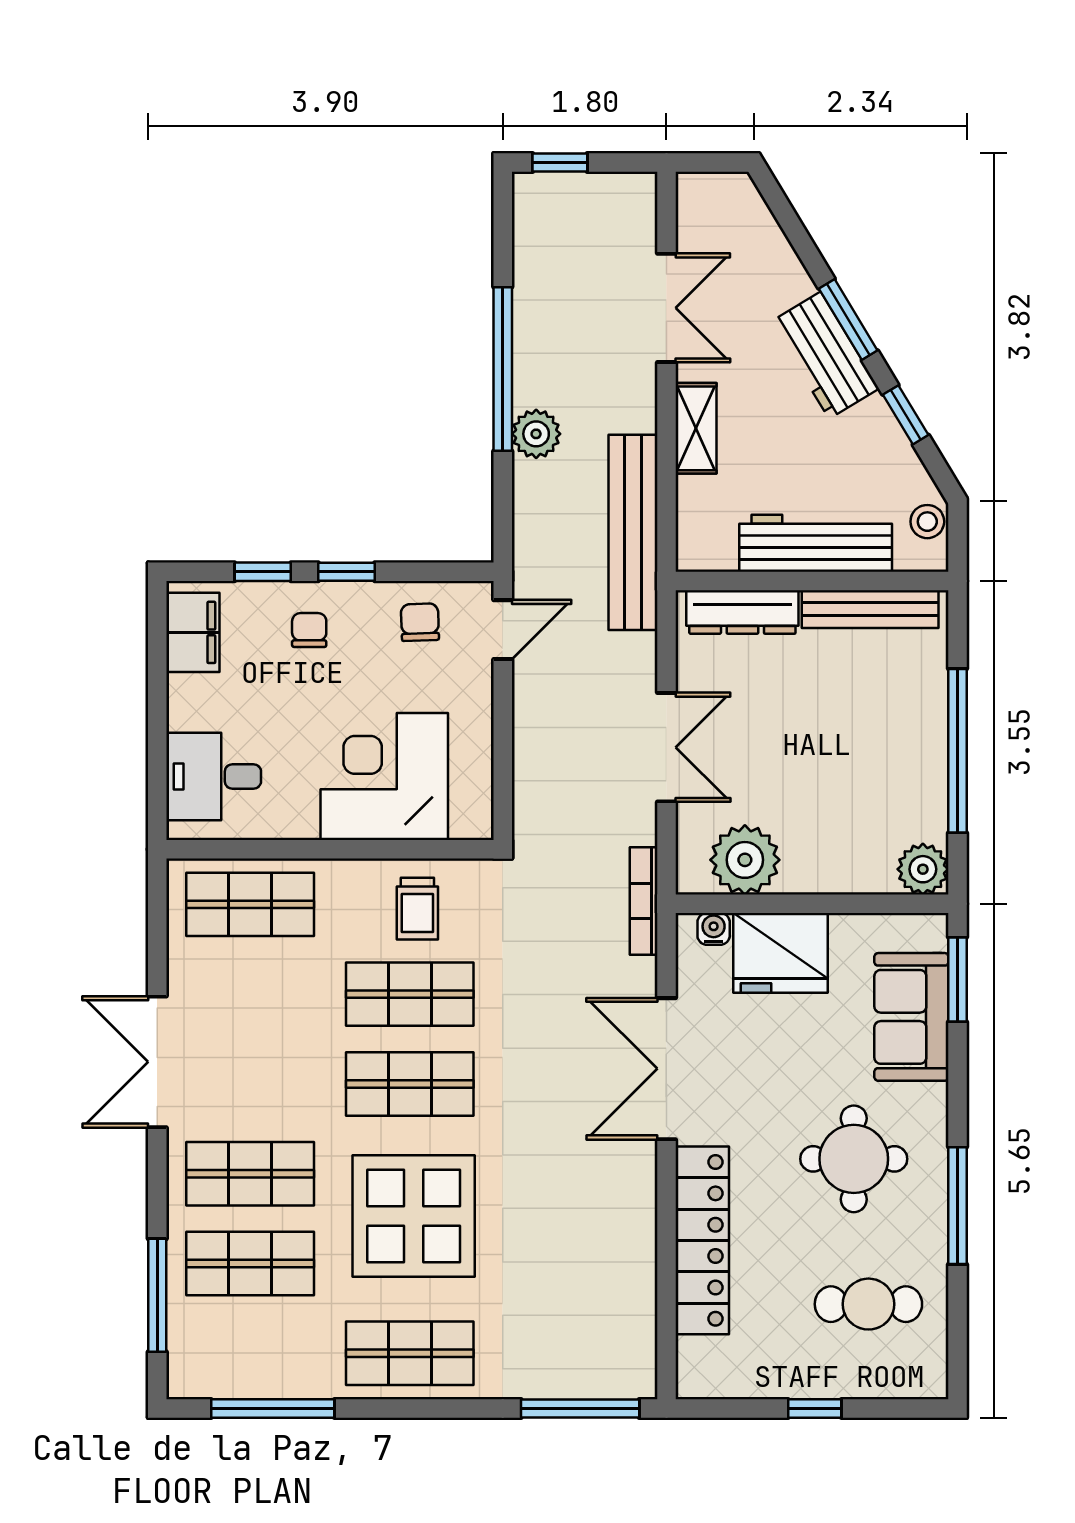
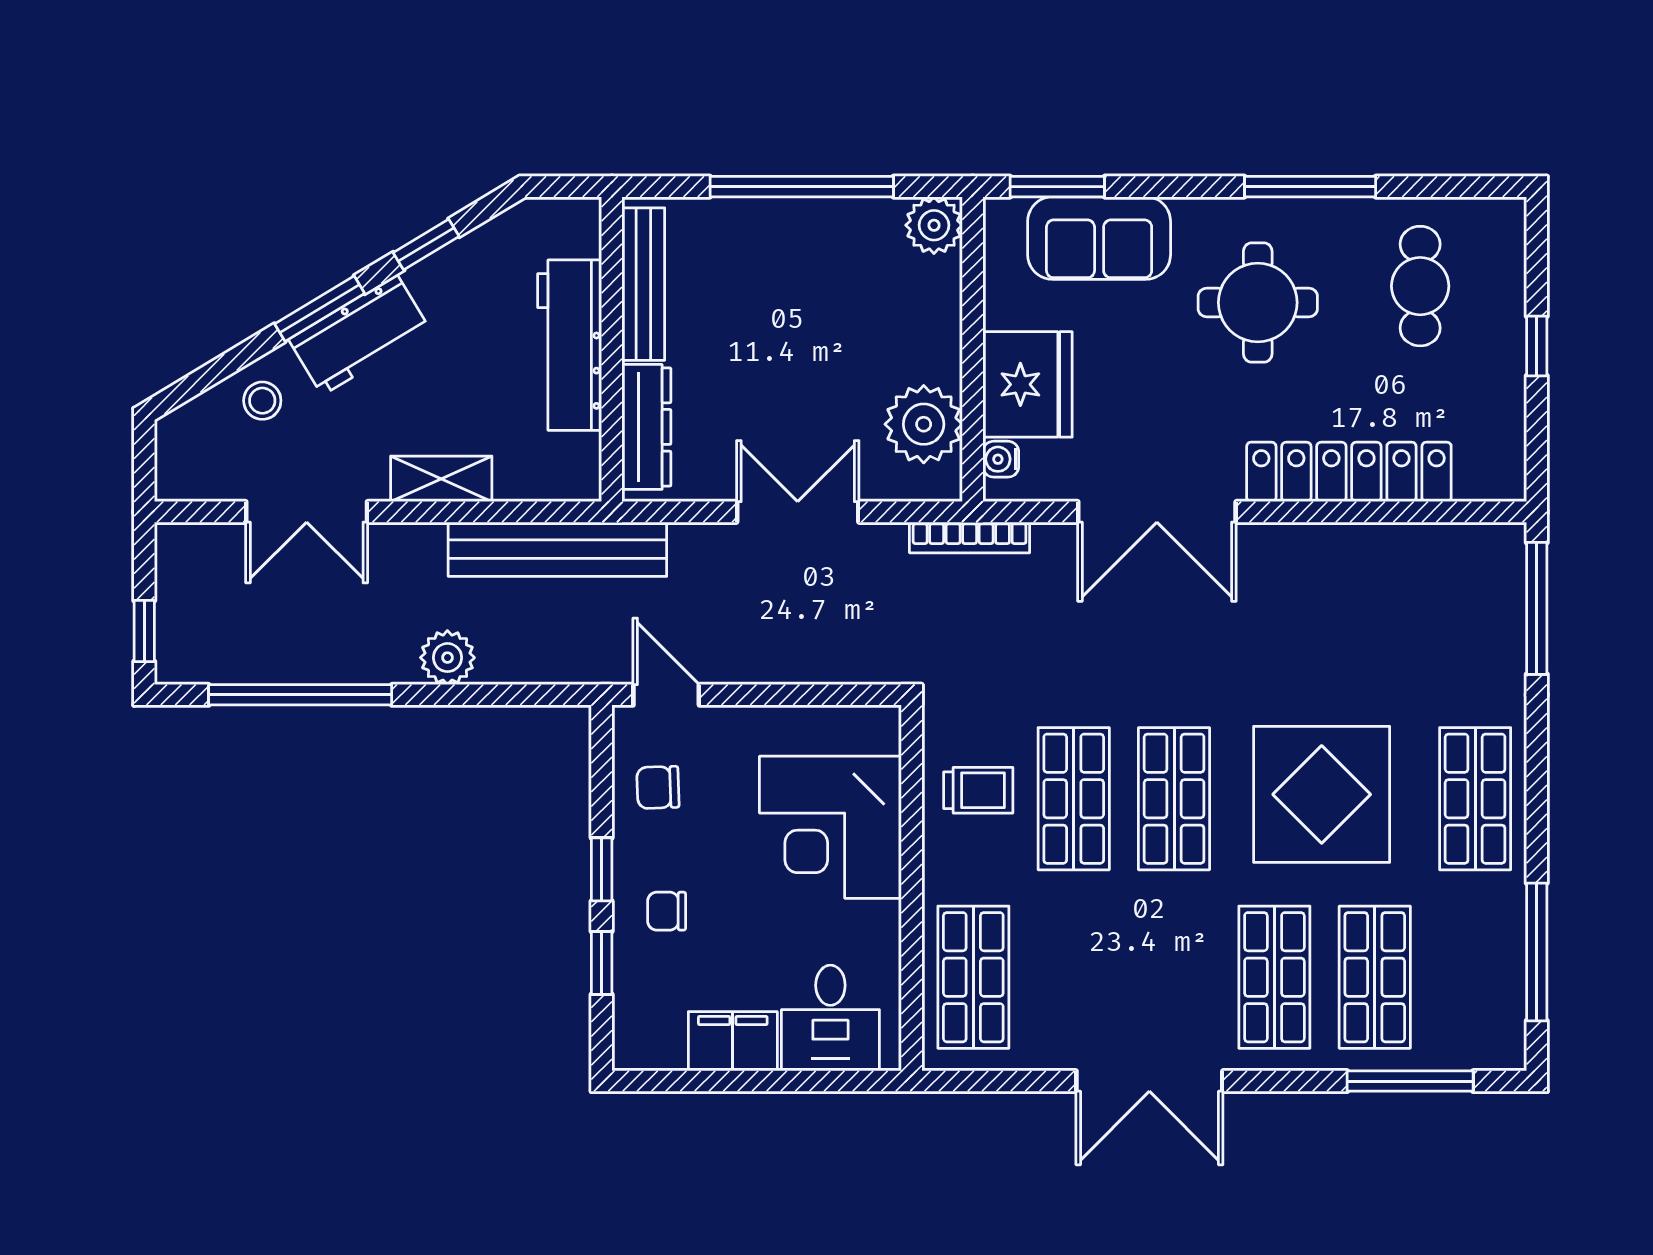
double door: (666, 308) -> (307, 512), swing flipped
window: (503, 369) -> (300, 695), moved
stool: (927, 522) -> (262, 401), moved
filing cabinet: (193, 632) -> (733, 1041), moved

